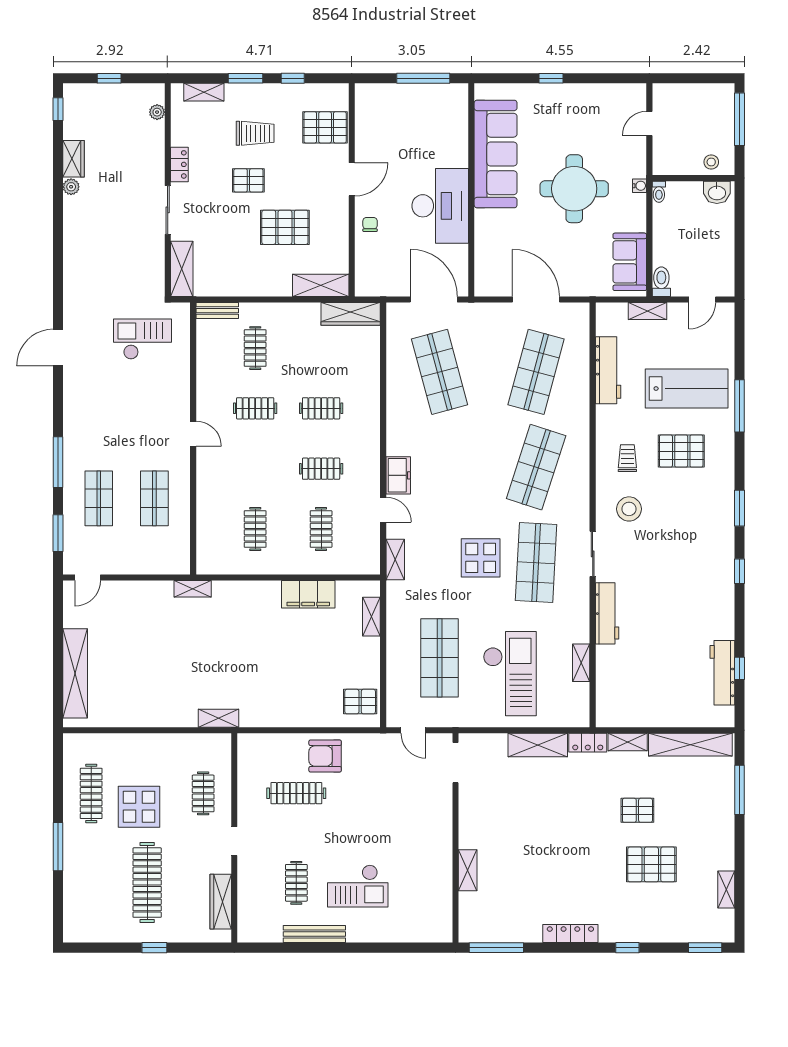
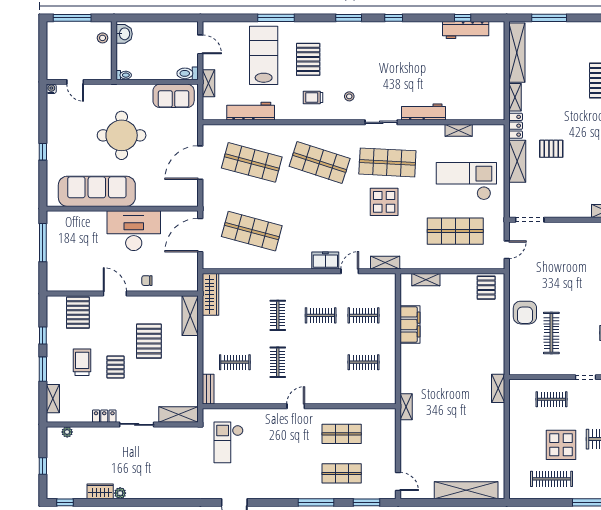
water cooler: (640, 186) -> (51, 89), moved
shop shelf: (440, 372) -> (252, 231), turned 30
clothes rail: (321, 469) -> (321, 315), turned 90
stool: (629, 509) -> (349, 96), width x0.53, depth x0.53
pallet: (637, 810) -> (551, 149), moved, turned 90

